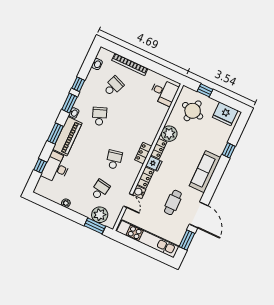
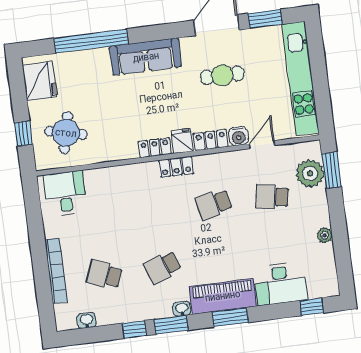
plant: (169, 134) -> (123, 146), removed
window: (229, 150) -> (91, 41), width x3.17
window: (40, 166) -> (312, 307), moved

